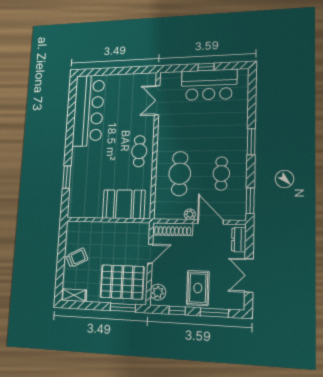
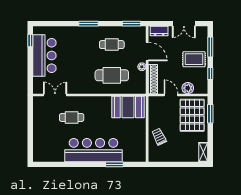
window: (206, 67) -> (30, 40), moved
double door: (157, 100) -> (55, 95), swing flipped
bar counter: (88, 110) -> (93, 150), moved
cafe table: (139, 151) -> (72, 117), moved
booth: (124, 204) -> (128, 107), moved, turned 90
door: (211, 222) -> (147, 51), swing flipped
trolley: (77, 258) -> (159, 137), moved
plant: (158, 292) -> (188, 88), moved

